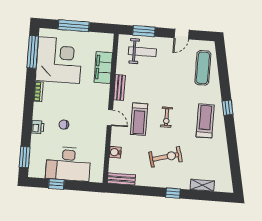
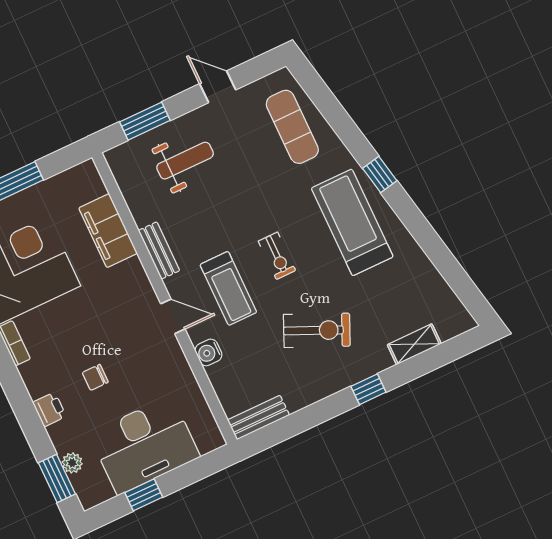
door: (182, 34) -> (218, 87), swing flipped
weight bench: (142, 52) -> (185, 161), moved
treadmill: (205, 121) -> (352, 222), width x1.37, depth x1.38
water cooler: (115, 152) -> (208, 352), moved
plant: (35, 154) -> (72, 463), added
exercise bike: (166, 157) -> (317, 330), turned 39

